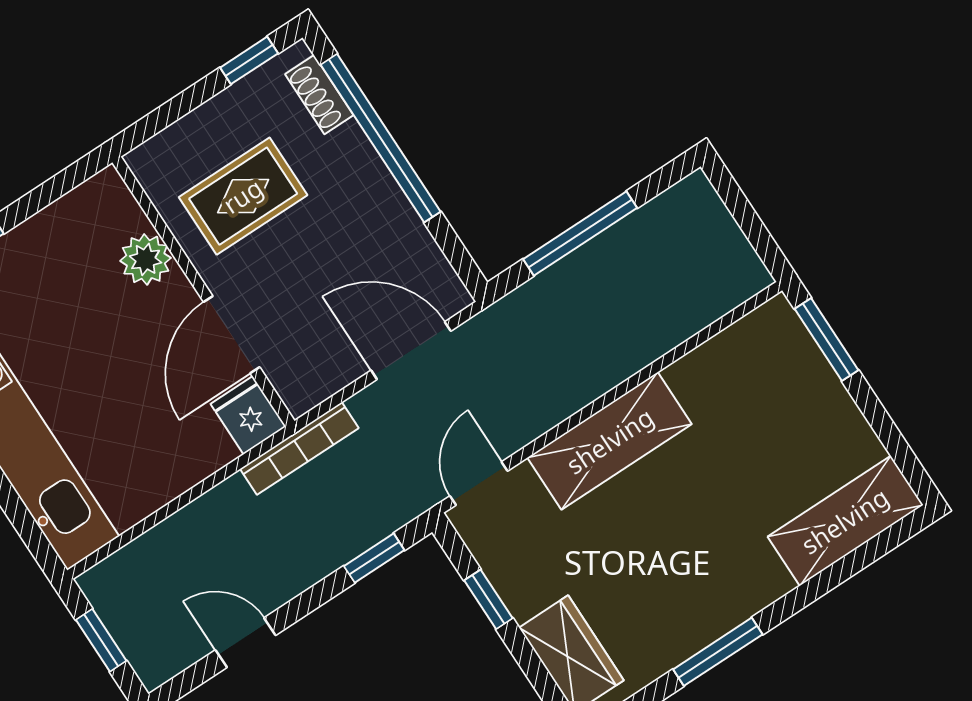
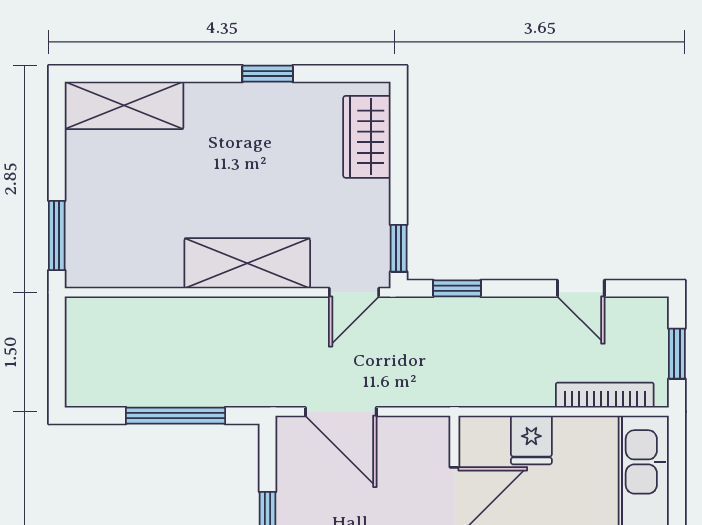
fridge: (248, 415) -> (531, 440), moved
bookcase: (299, 448) -> (605, 395), moved
window: (488, 599) -> (399, 248), moved
window: (718, 652) -> (268, 74), width x0.67

